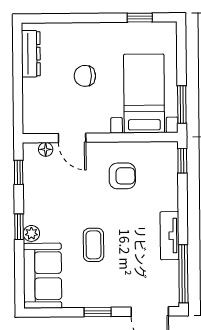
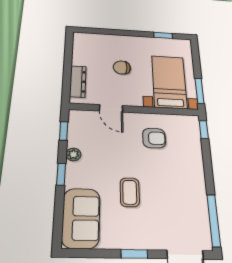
dresser: (31, 54) -> (78, 81), moved
floor lamp: (46, 149) -> (88, 115), removed
plant: (31, 233) -> (73, 154), moved
tv unit: (170, 236) -> (198, 187), removed

